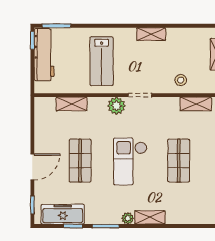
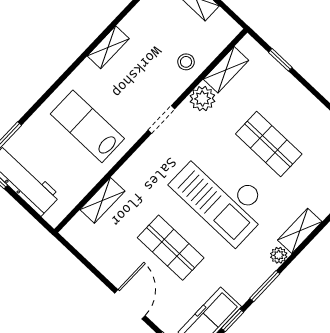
lab bench: (102, 61) -> (87, 126), turned 180
plant: (117, 106) -> (202, 99), moved
checkout: (130, 161) -> (221, 196), width x1.36, depth x1.21

